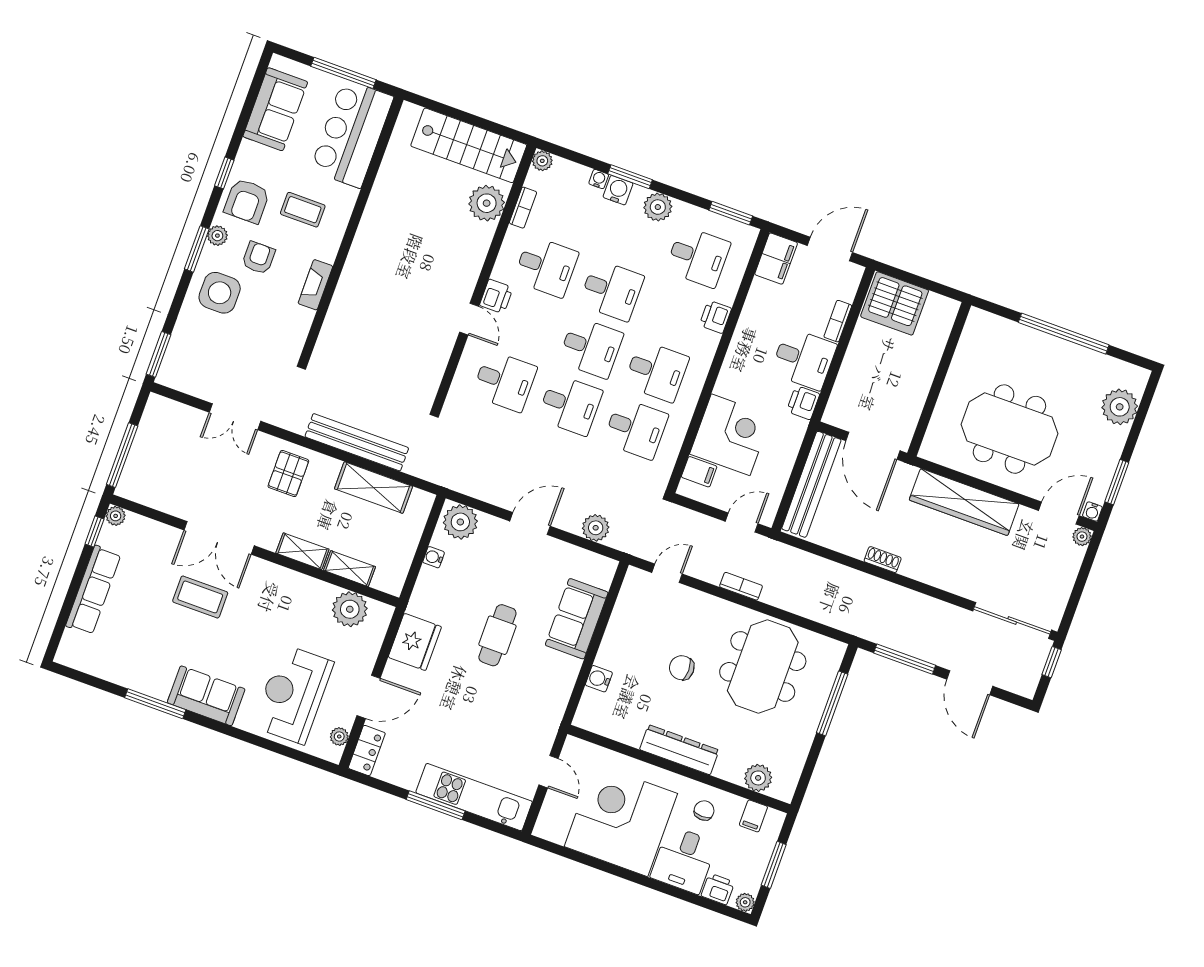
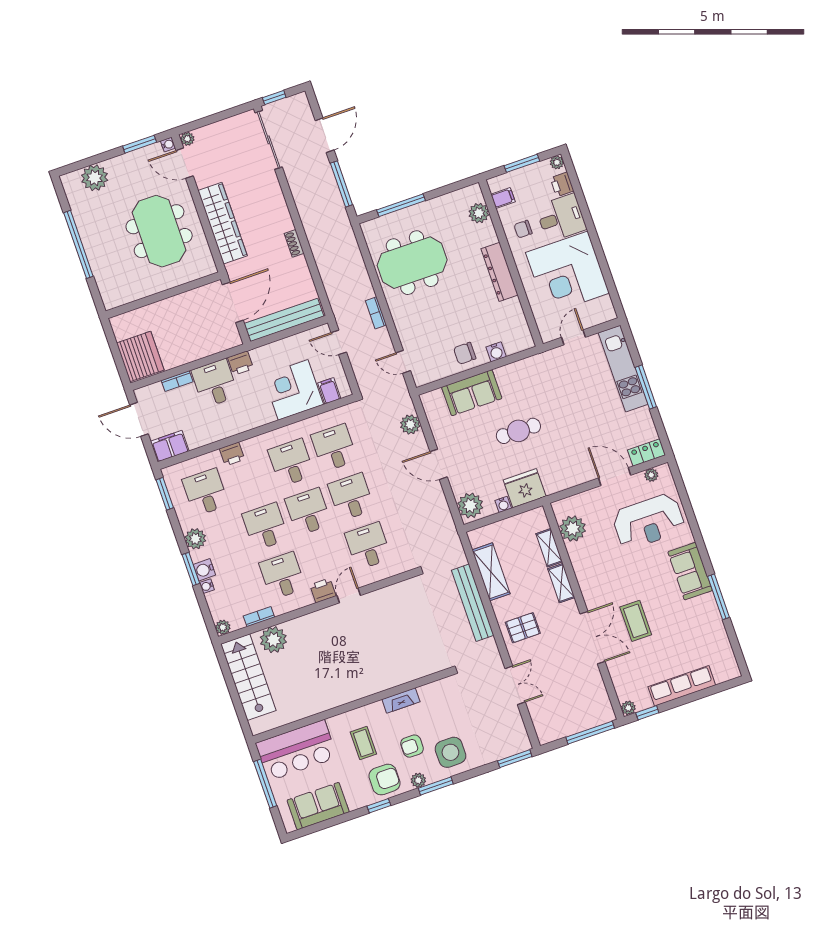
fridge: (415, 642) -> (525, 488), moved
chair: (682, 668) -> (465, 353), moved, turned 90

